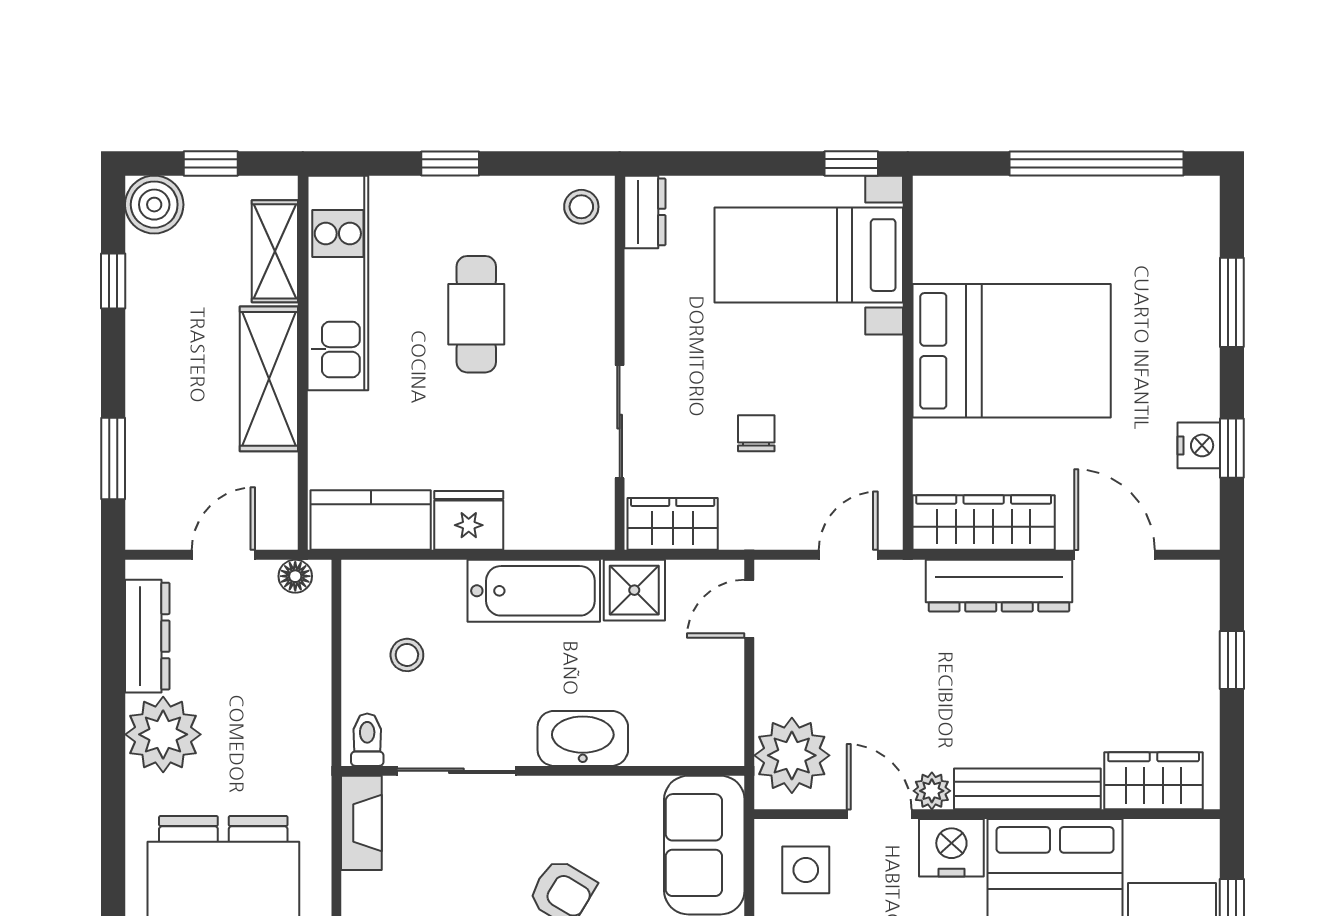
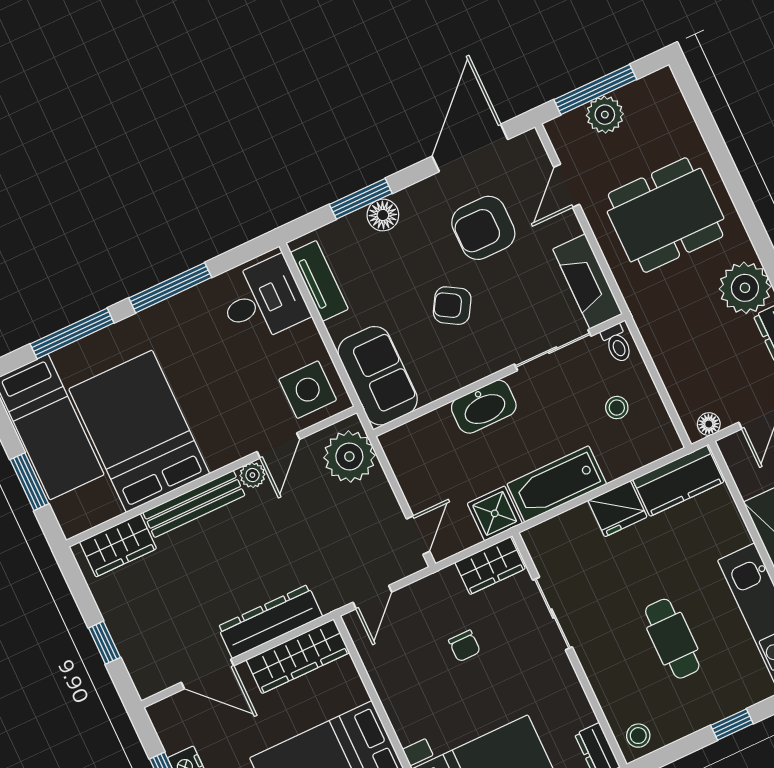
door: (879, 814) -> (278, 445), hinge flipped
fireplace: (361, 823) -> (588, 281), width x1.37, depth x1.32
nightstand: (951, 848) -> (224, 445), removed
side table: (806, 870) -> (308, 390), width x1.37, depth x1.37

